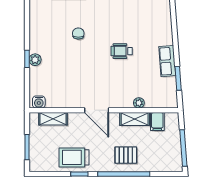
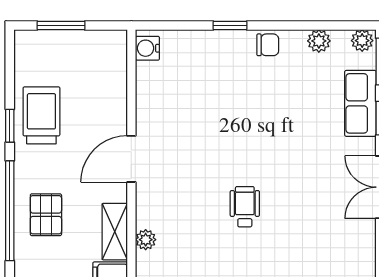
chair: (78, 33) -> (268, 45), moved
plant: (35, 60) -> (319, 41), moved
shelving: (53, 119) -> (115, 75), removed

